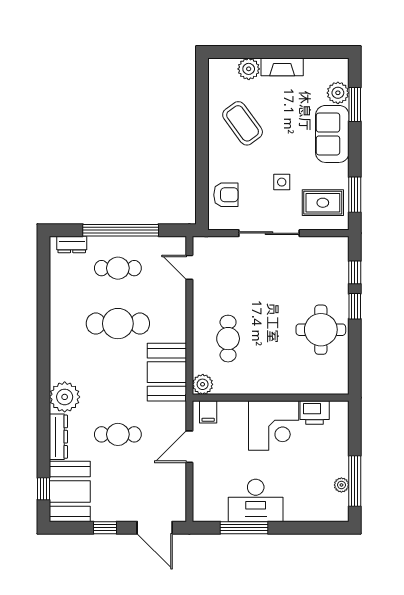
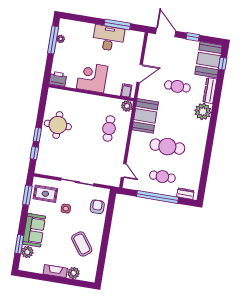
armchair: (226, 195) -> (97, 207), turned 90
printer: (315, 412) -> (58, 79), moved

